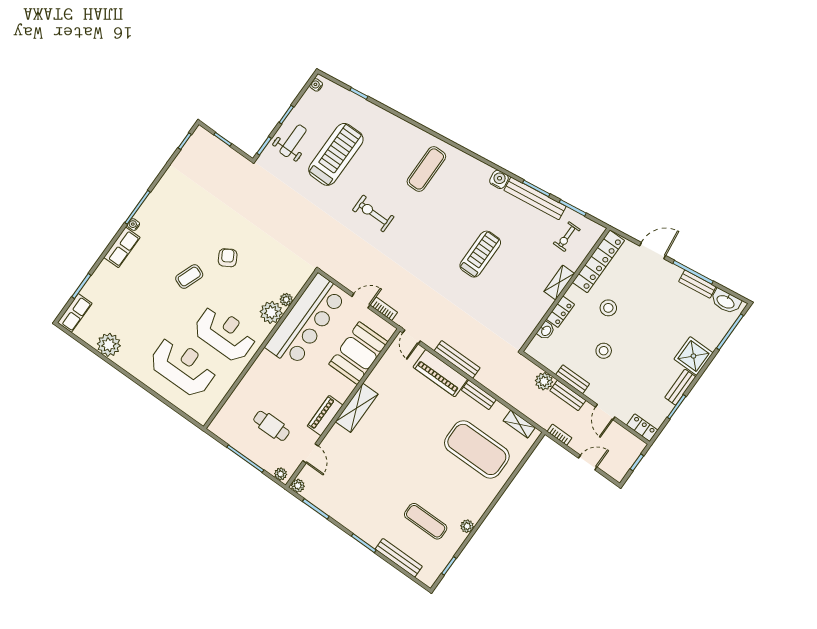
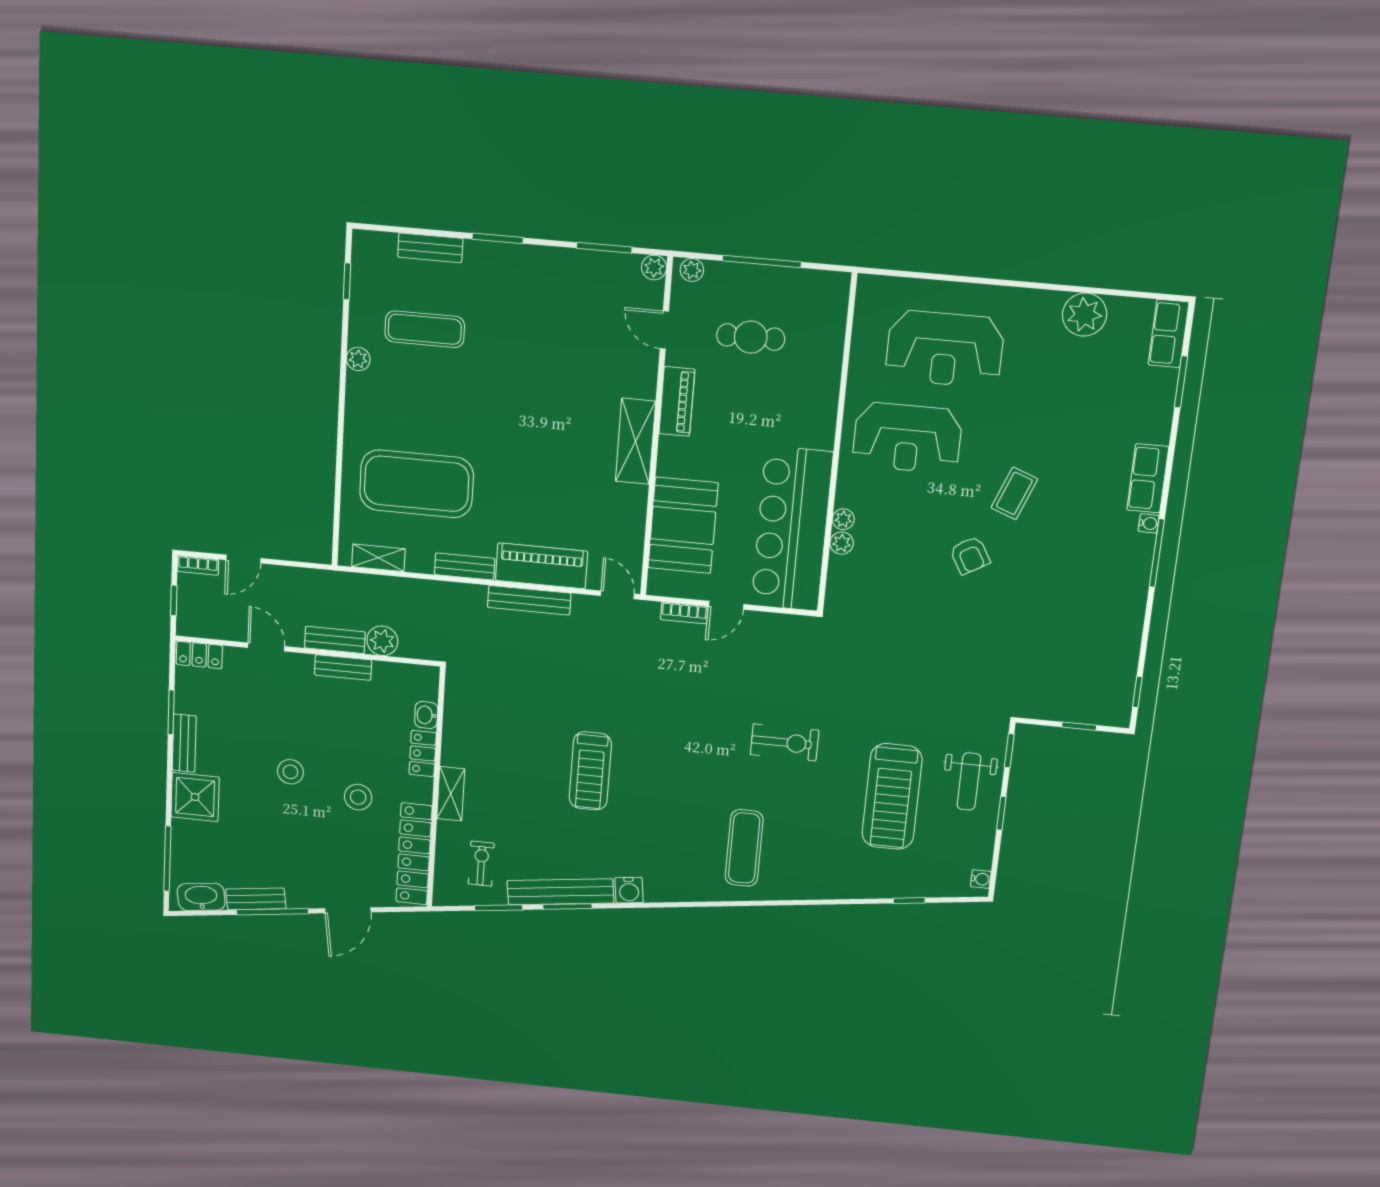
plant: (271, 312) -> (843, 519), width x0.53, depth x0.53
stool: (604, 351) -> (290, 772), moved
bookcase: (560, 435) -> (198, 565), moved
bench: (399, 558) -> (430, 248), width x0.73

